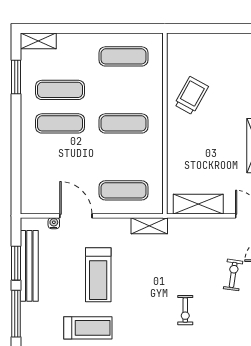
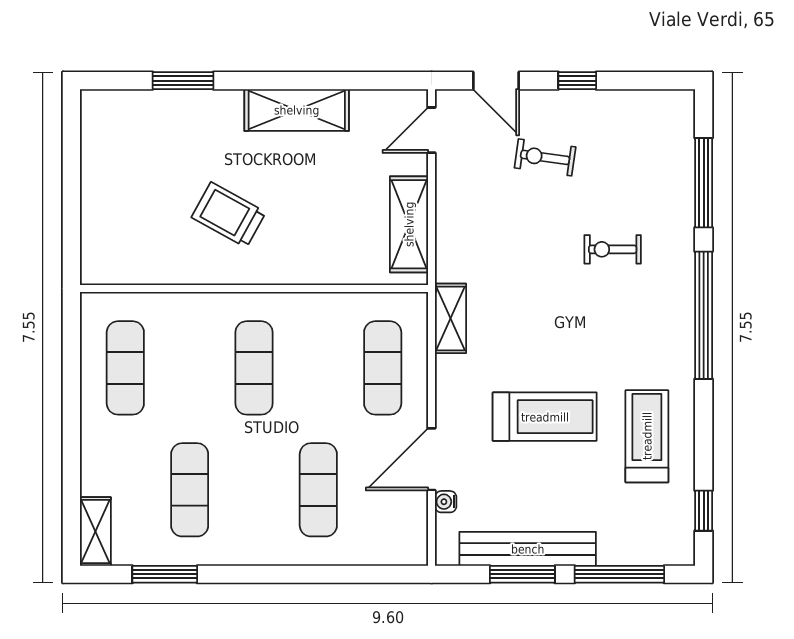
trolley: (191, 96) -> (229, 215), moved
exercise mat: (60, 123) -> (318, 490), moved
exercise bike: (185, 310) -> (613, 249), turned 180

